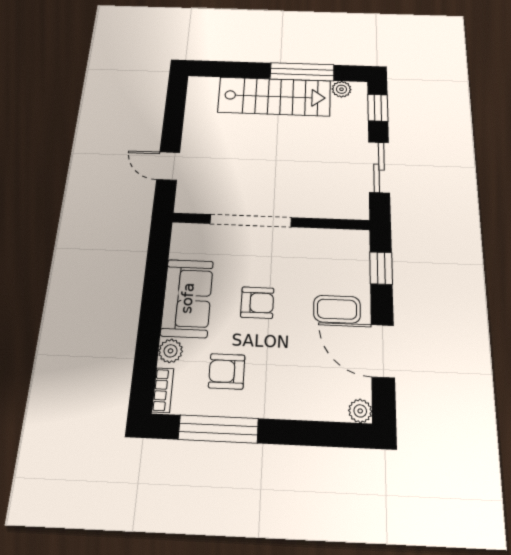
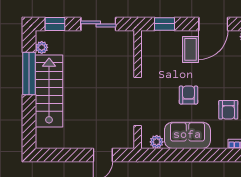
plant: (171, 351) -> (157, 142), moved

